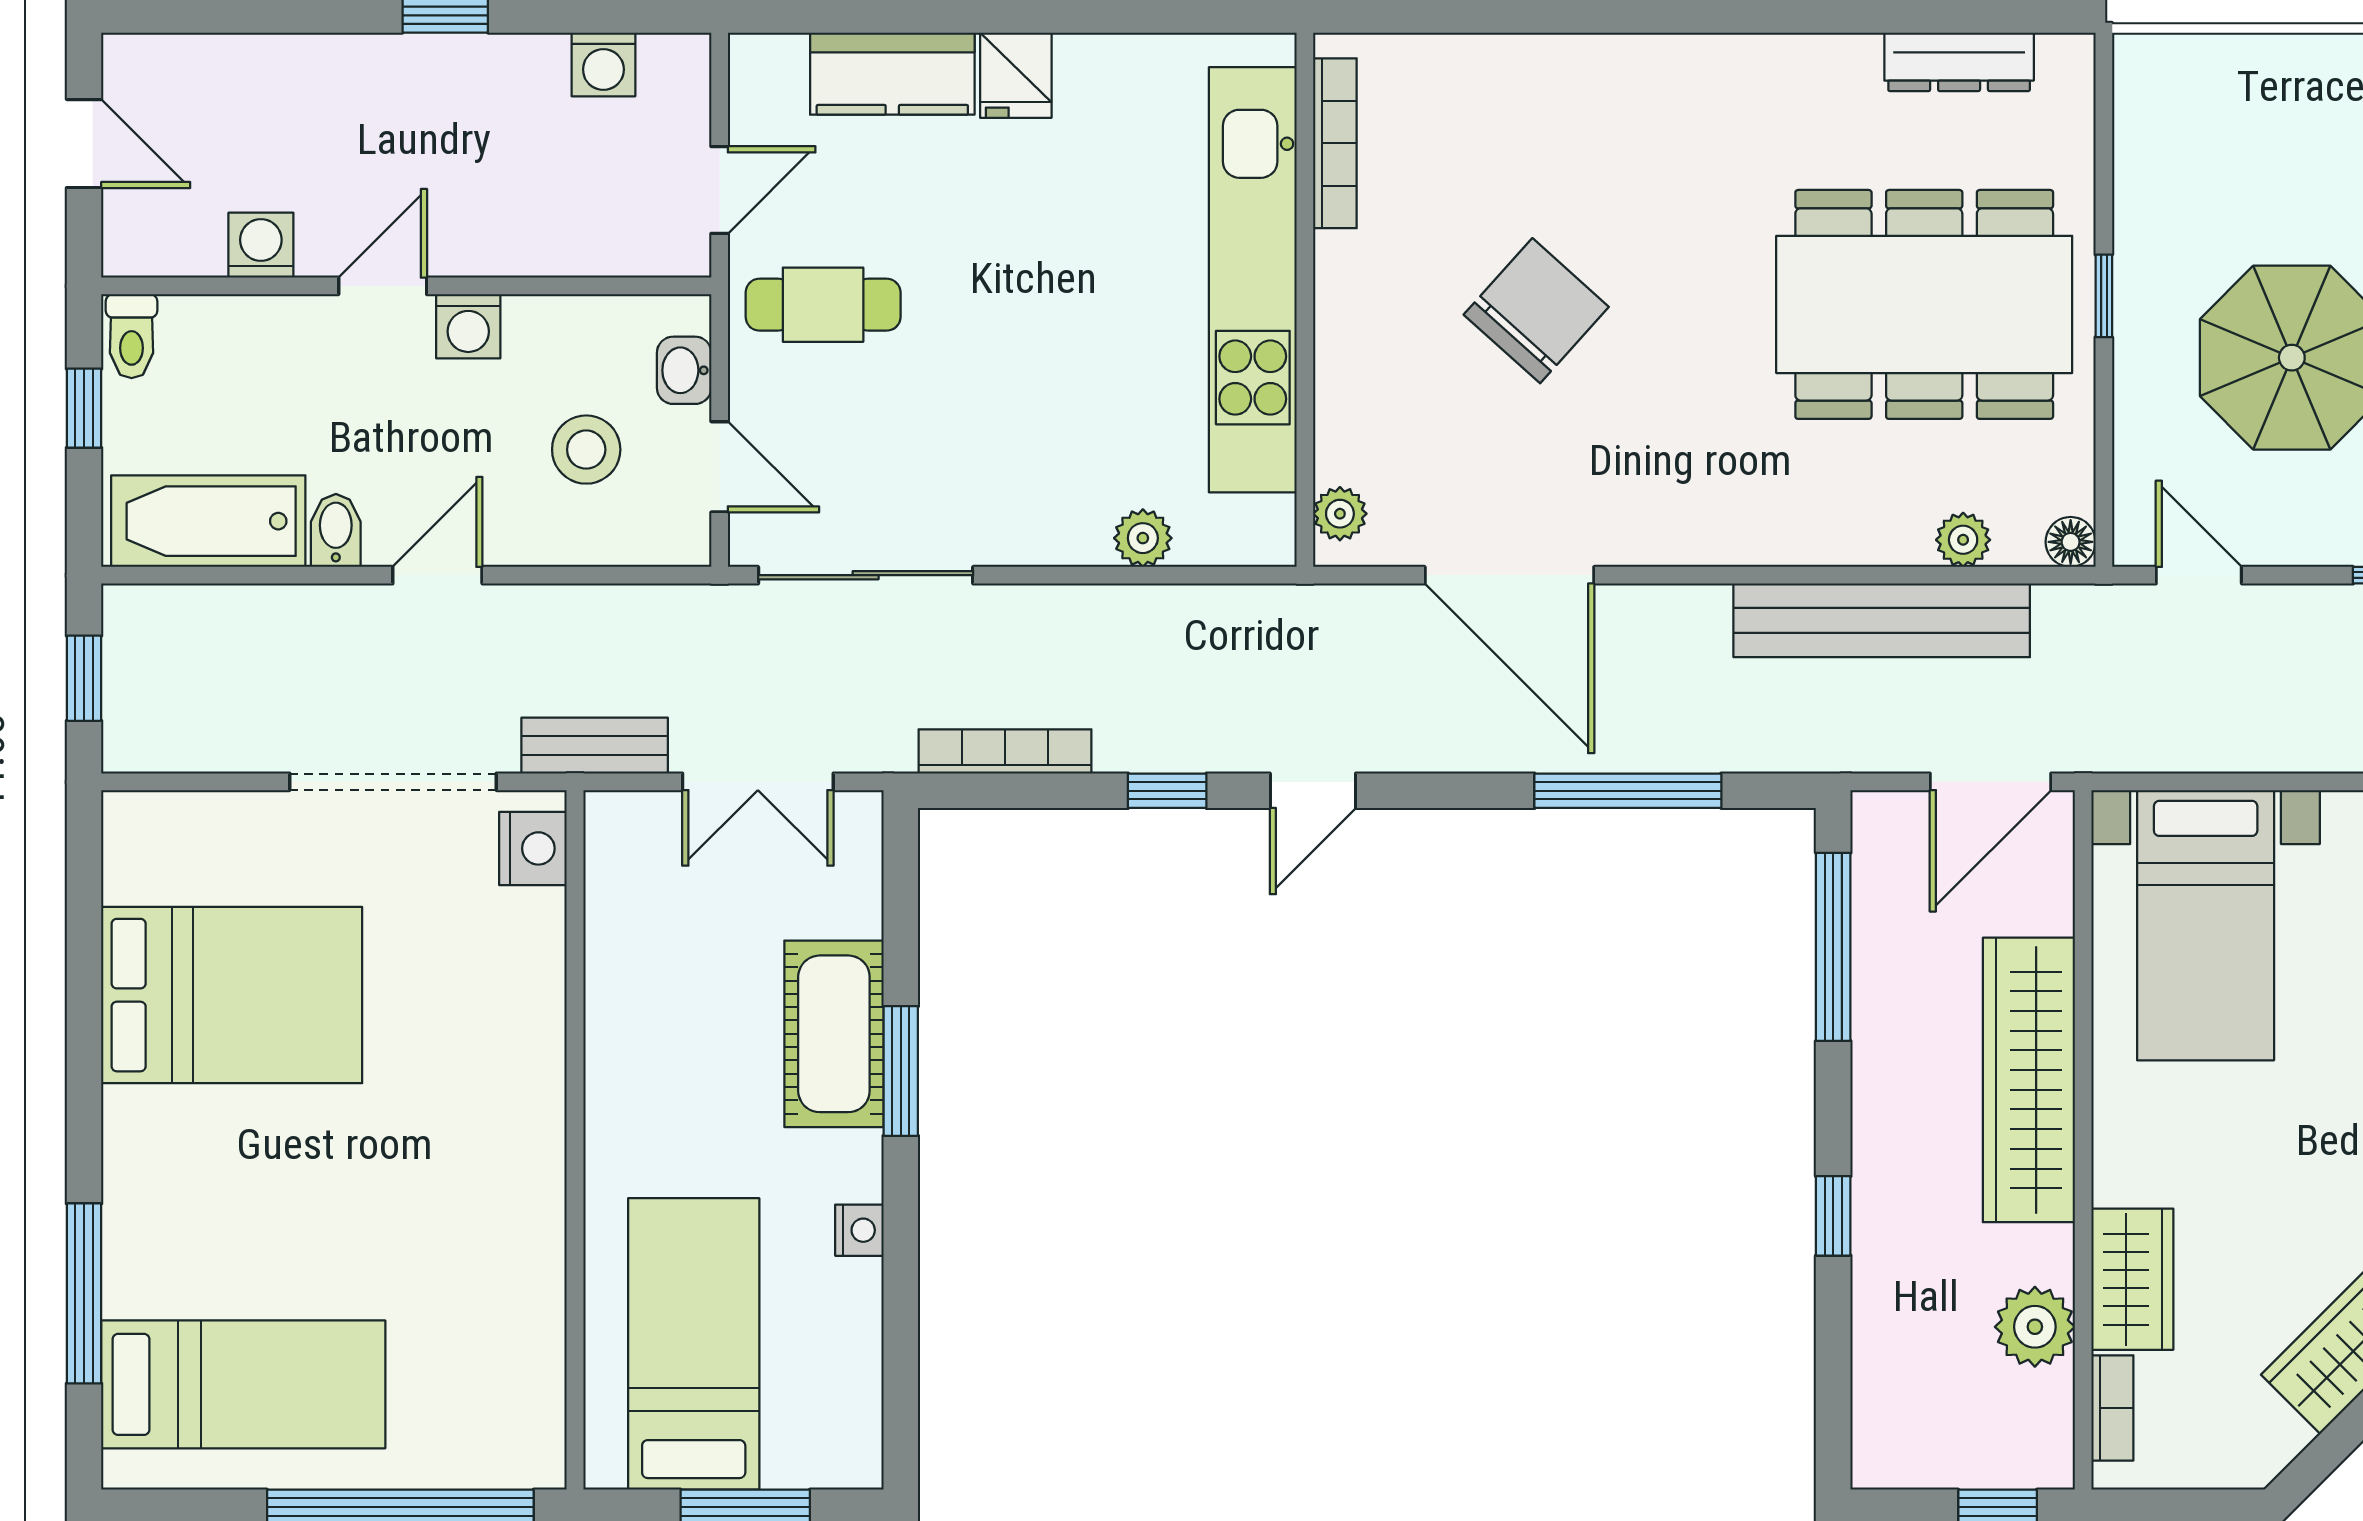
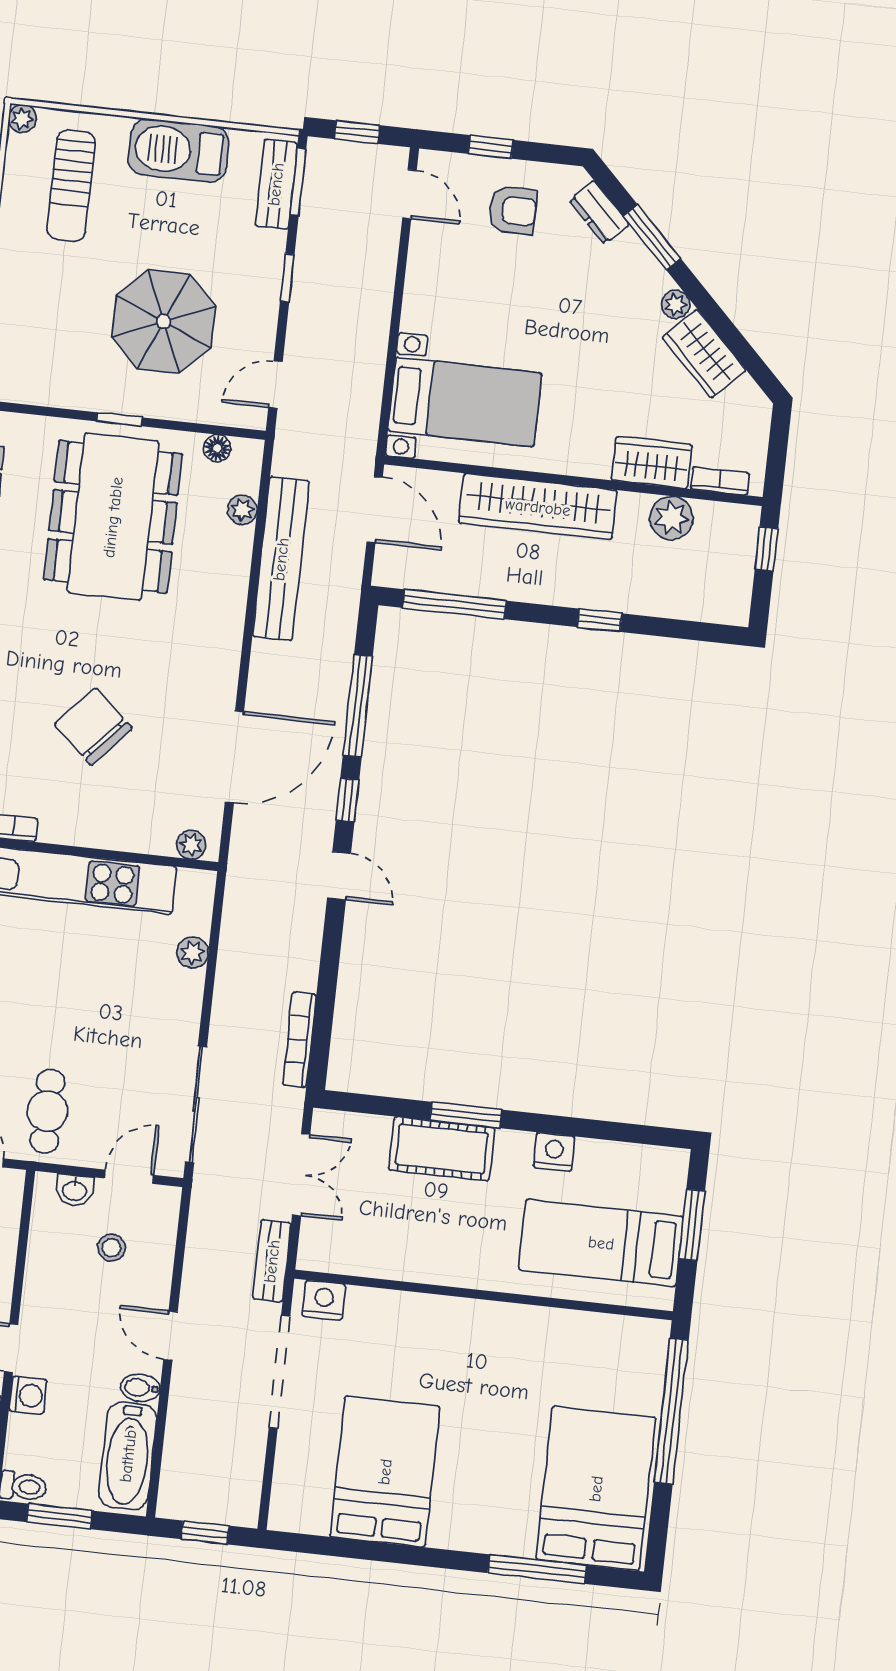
washing machine: (468, 326) -> (28, 1395), moved
window: (84, 408) -> (59, 1516), width x1.50
stool: (586, 450) -> (112, 1248), width x0.73, depth x0.73
floor lamp: (2071, 542) -> (217, 448), moved
window: (1167, 791) -> (347, 800), moved
nightstand: (859, 1230) -> (554, 1152), width x1.39, depth x1.35
bed: (243, 1384) -> (596, 1489), width x1.50

